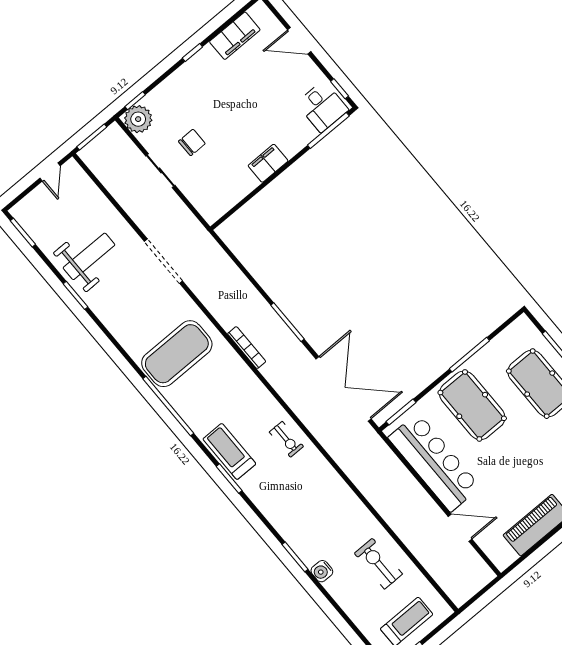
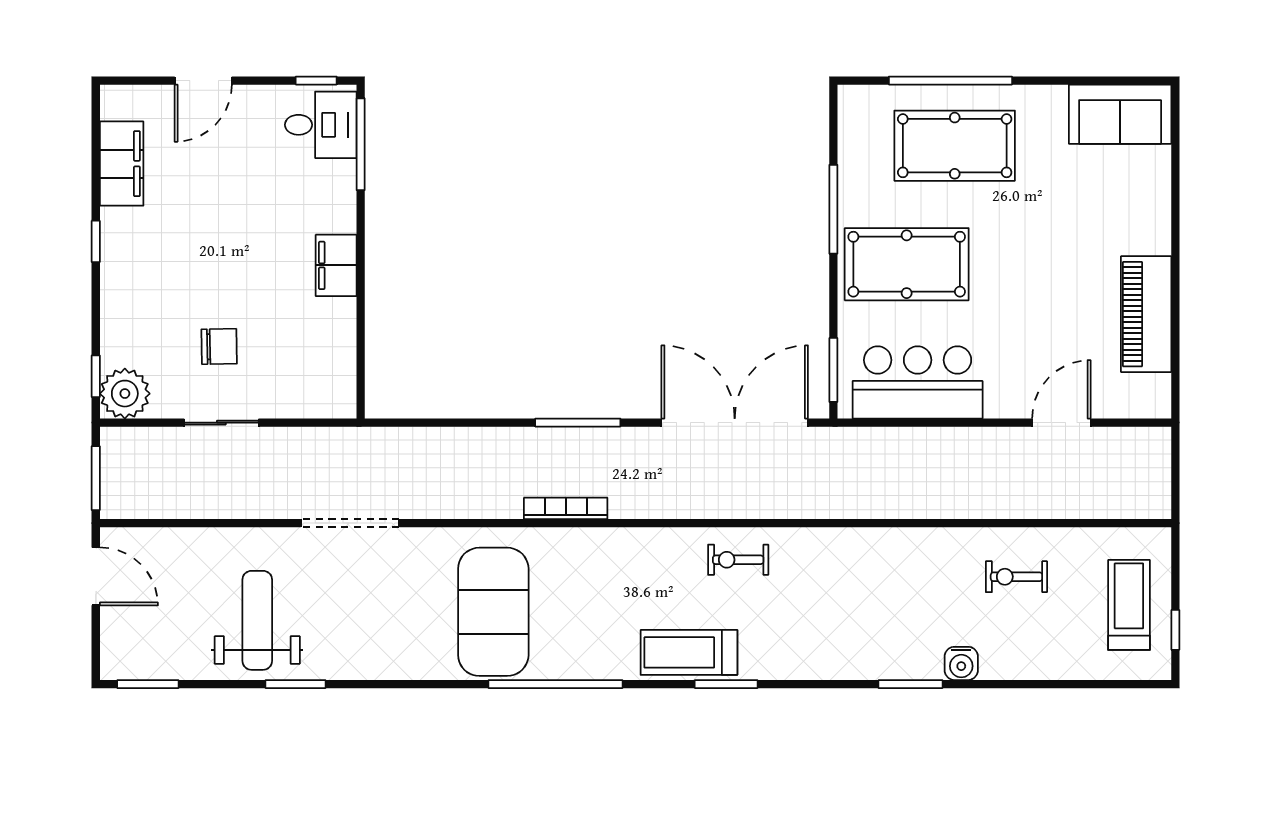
chair: (192, 142) -> (219, 346), turned 89
door: (50, 172) -> (96, 576), width x1.38
exercise bike: (286, 439) -> (738, 560), turned 180
bar counter: (434, 462) -> (918, 382), width x0.73
exercise bike: (378, 564) -> (1016, 577), width x0.73, depth x0.72

